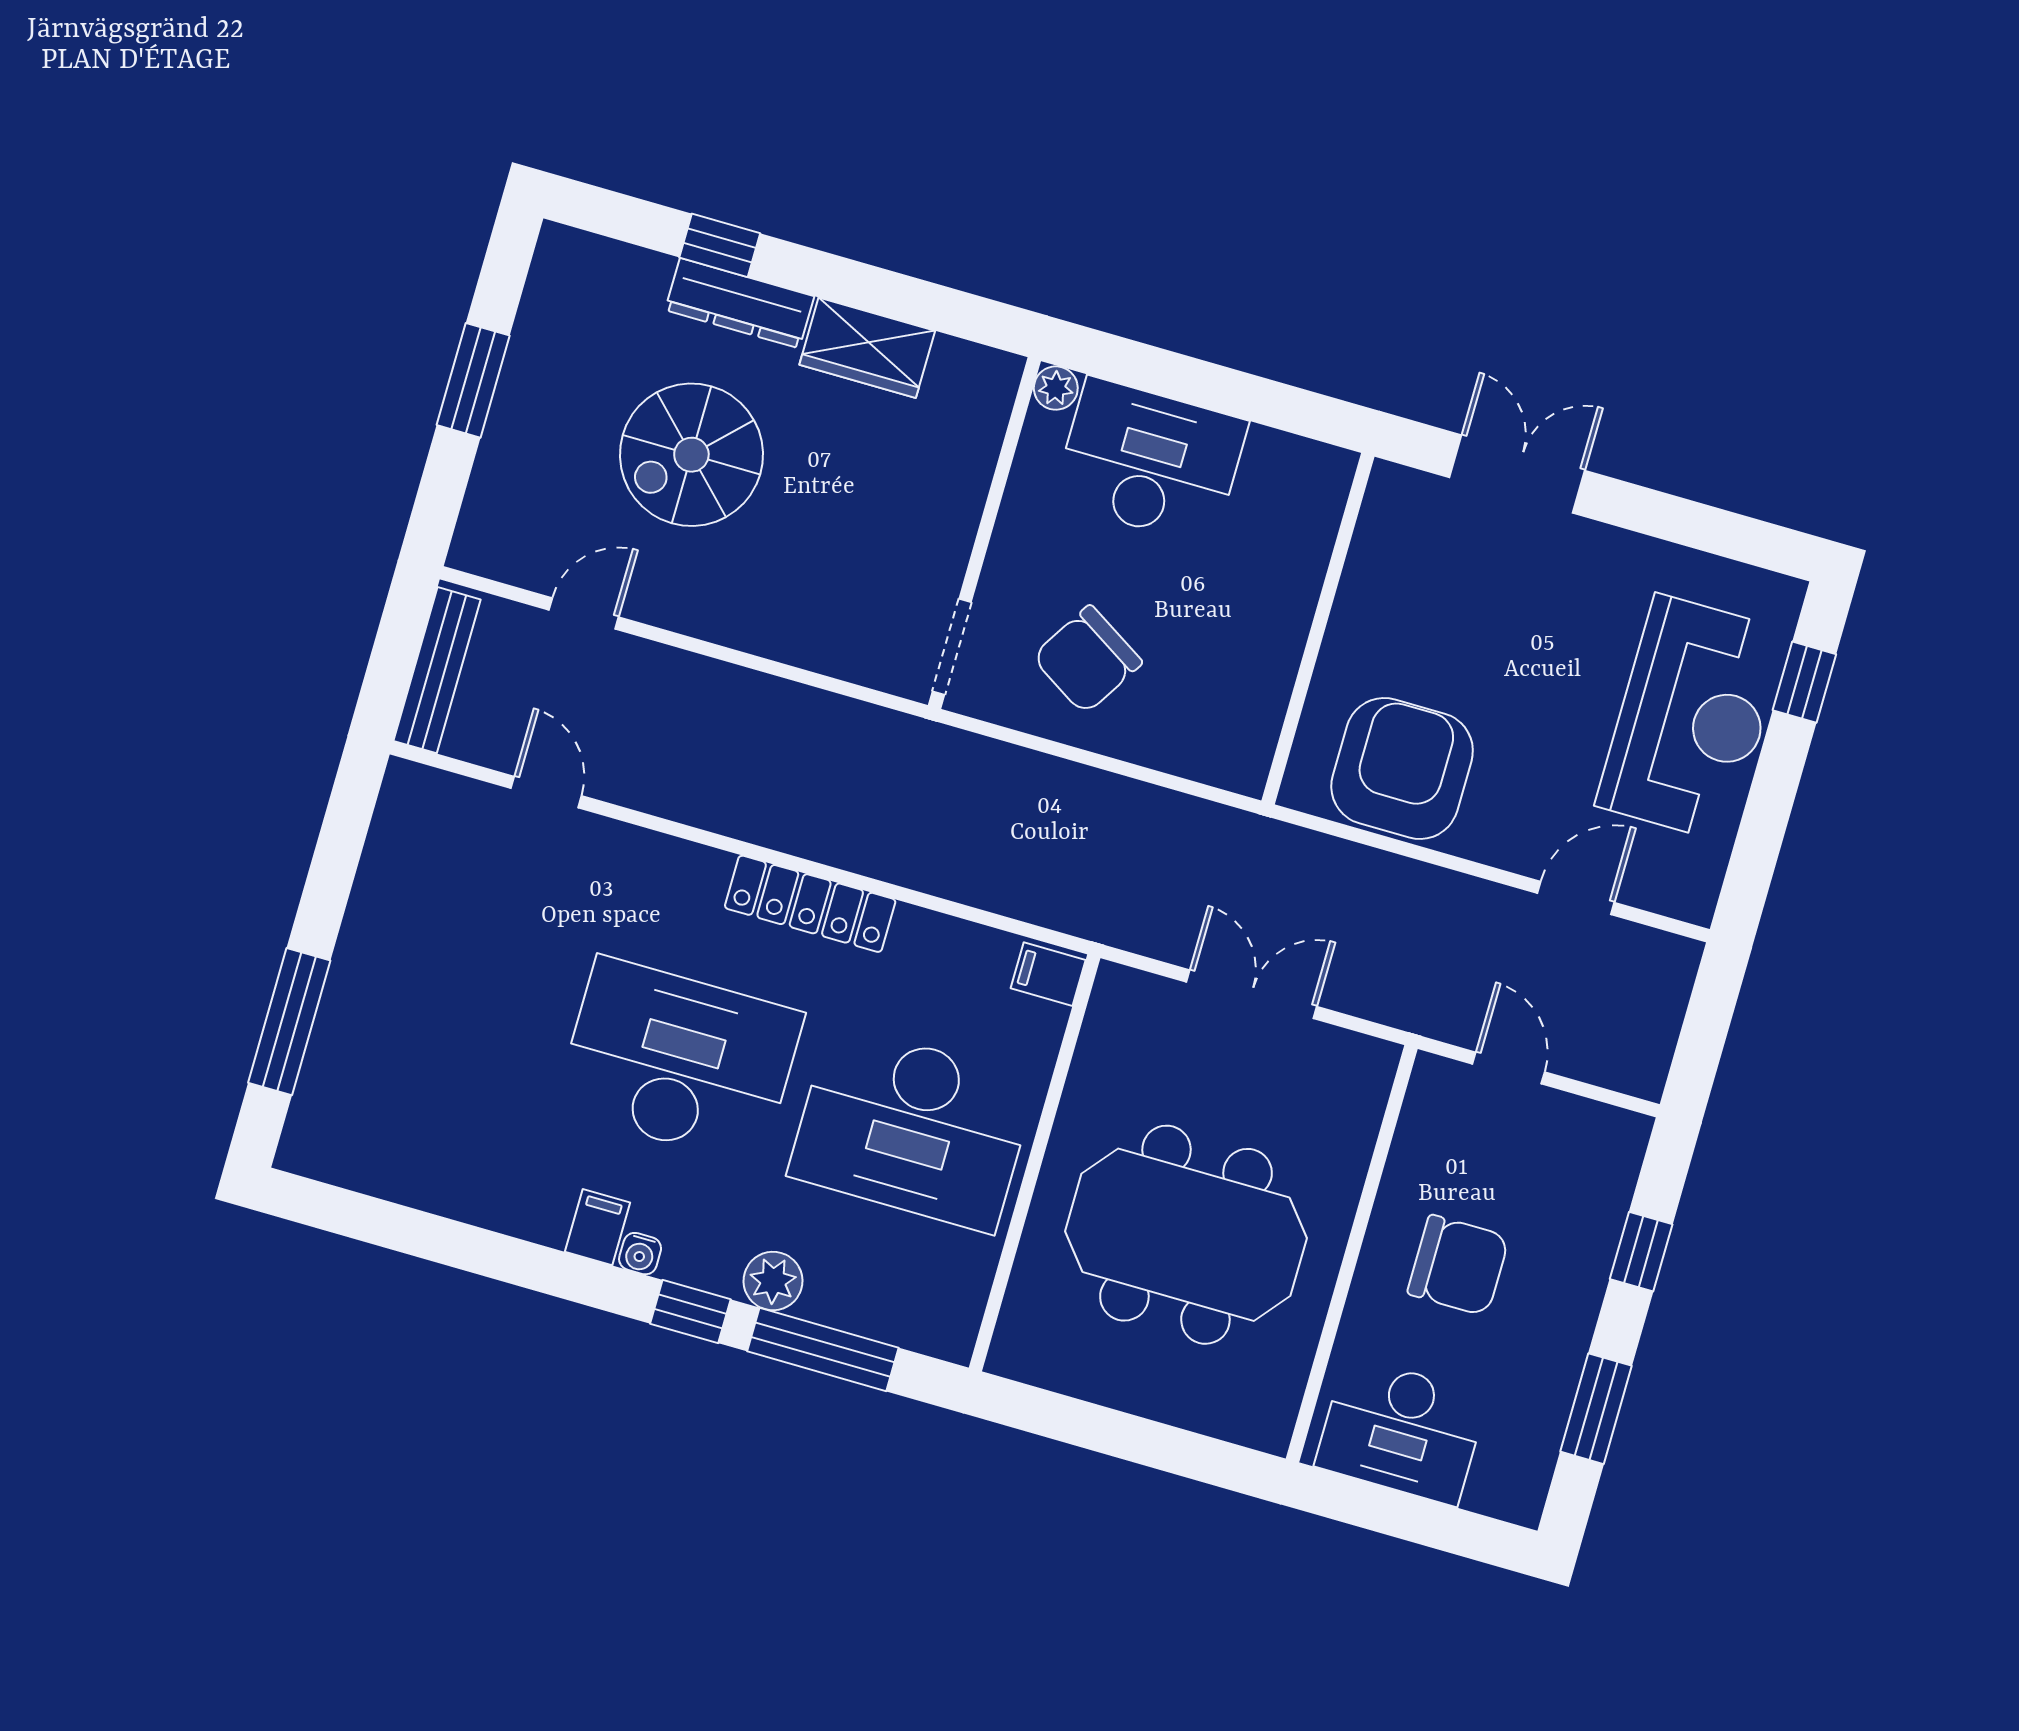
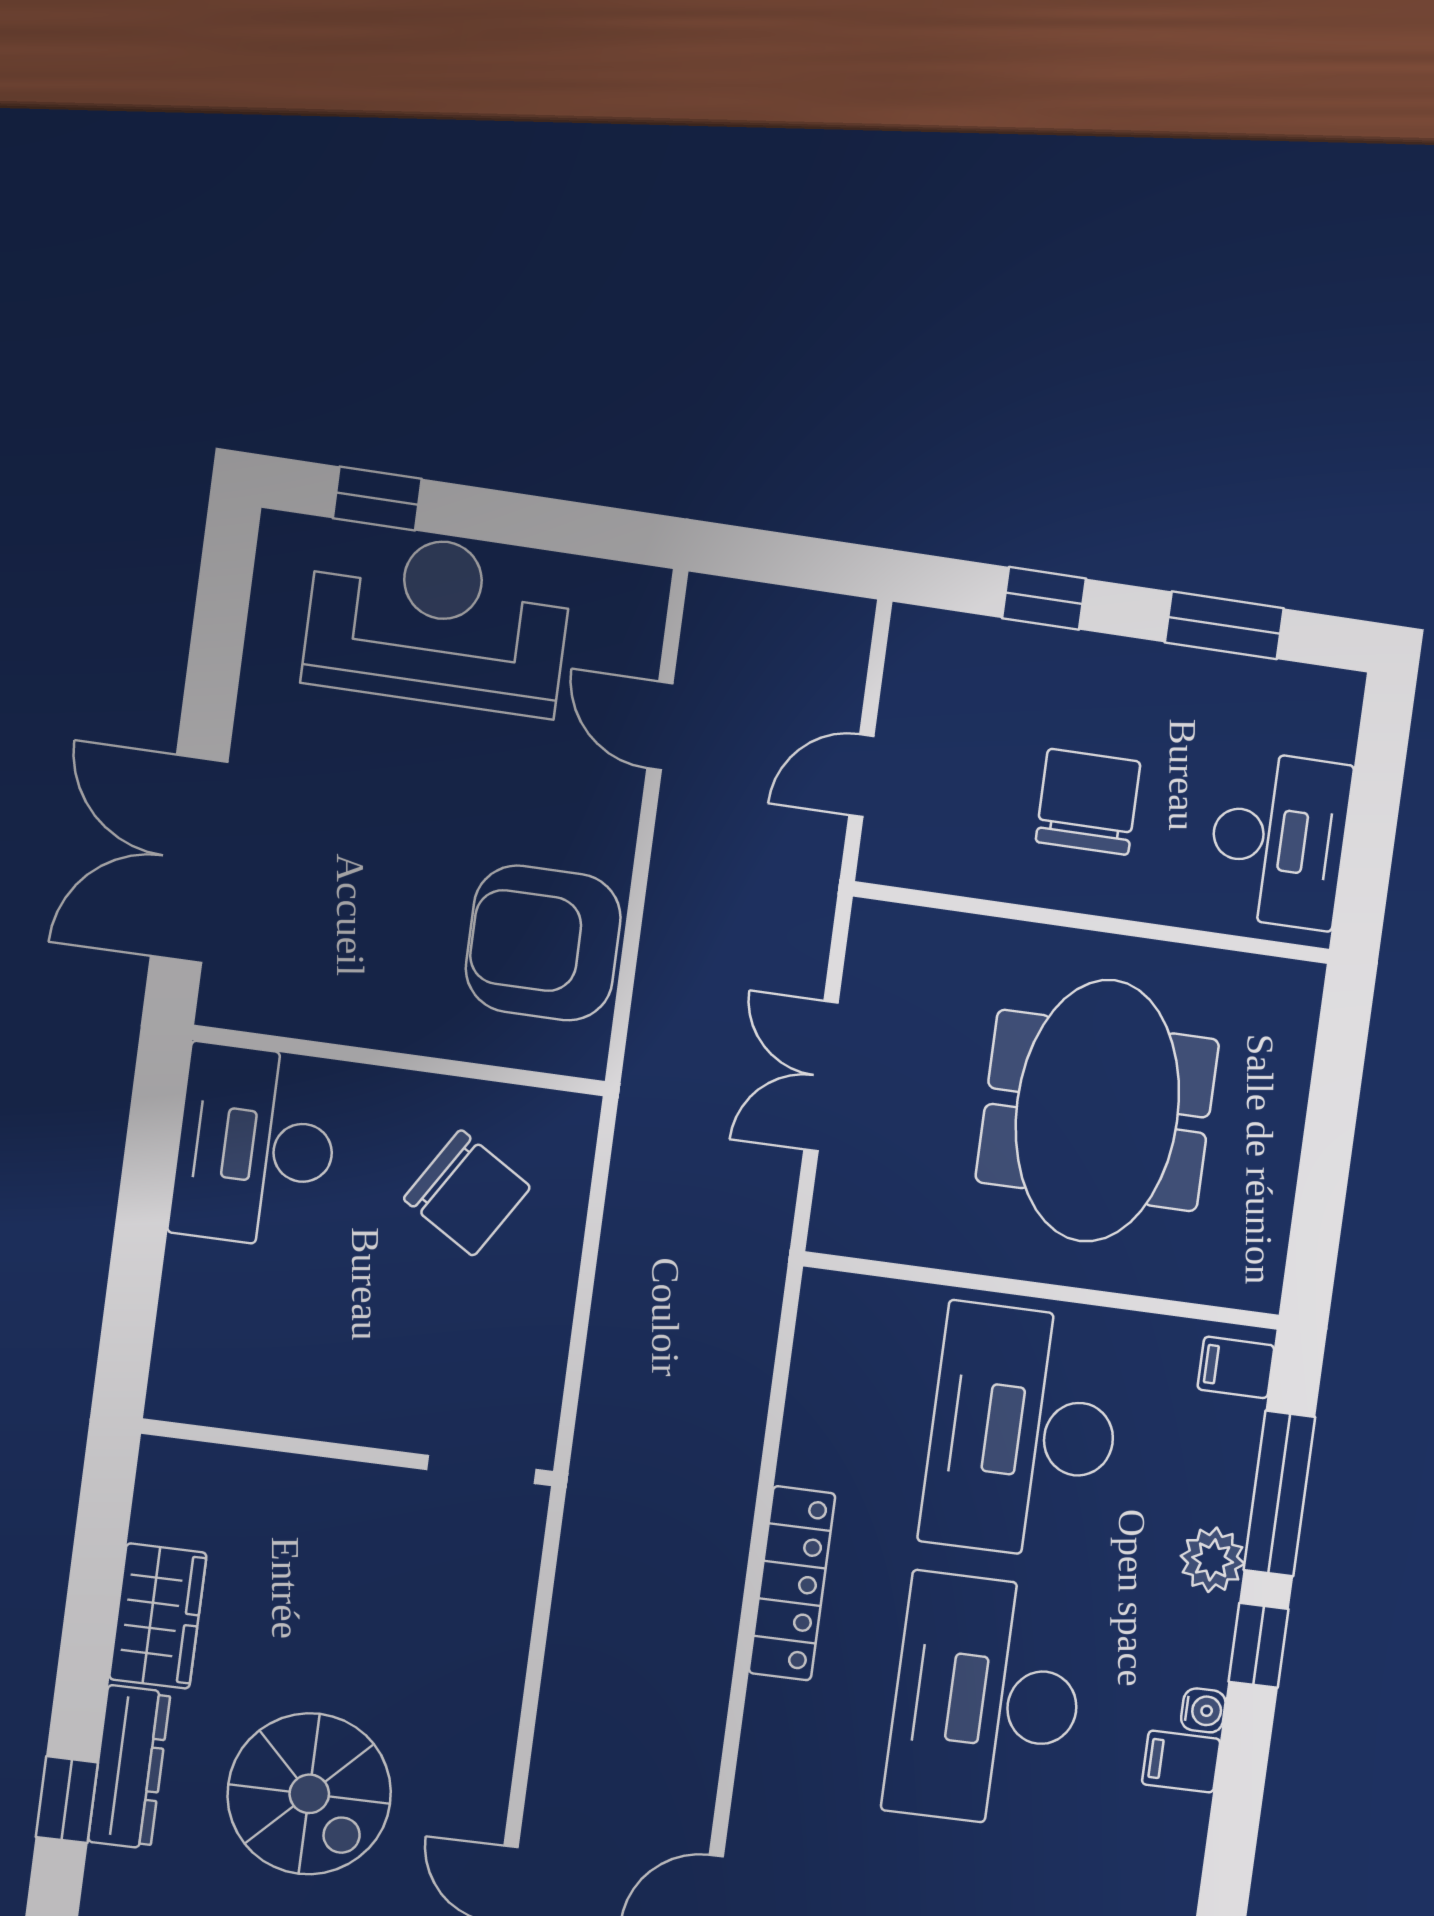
plant: (1056, 388) -> (171, 1397), removed
desk: (1150, 462) -> (256, 1146), moved
double door: (1517, 474) -> (189, 859), width x1.37
chair: (1087, 660) -> (467, 1193), moved
filing cabinet: (1048, 974) -> (1236, 1367), moved, turned 90
desk: (912, 1128) -> (1023, 1432), turned 180

